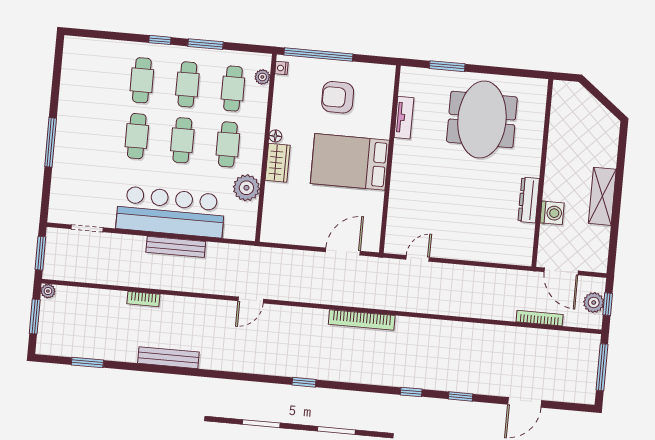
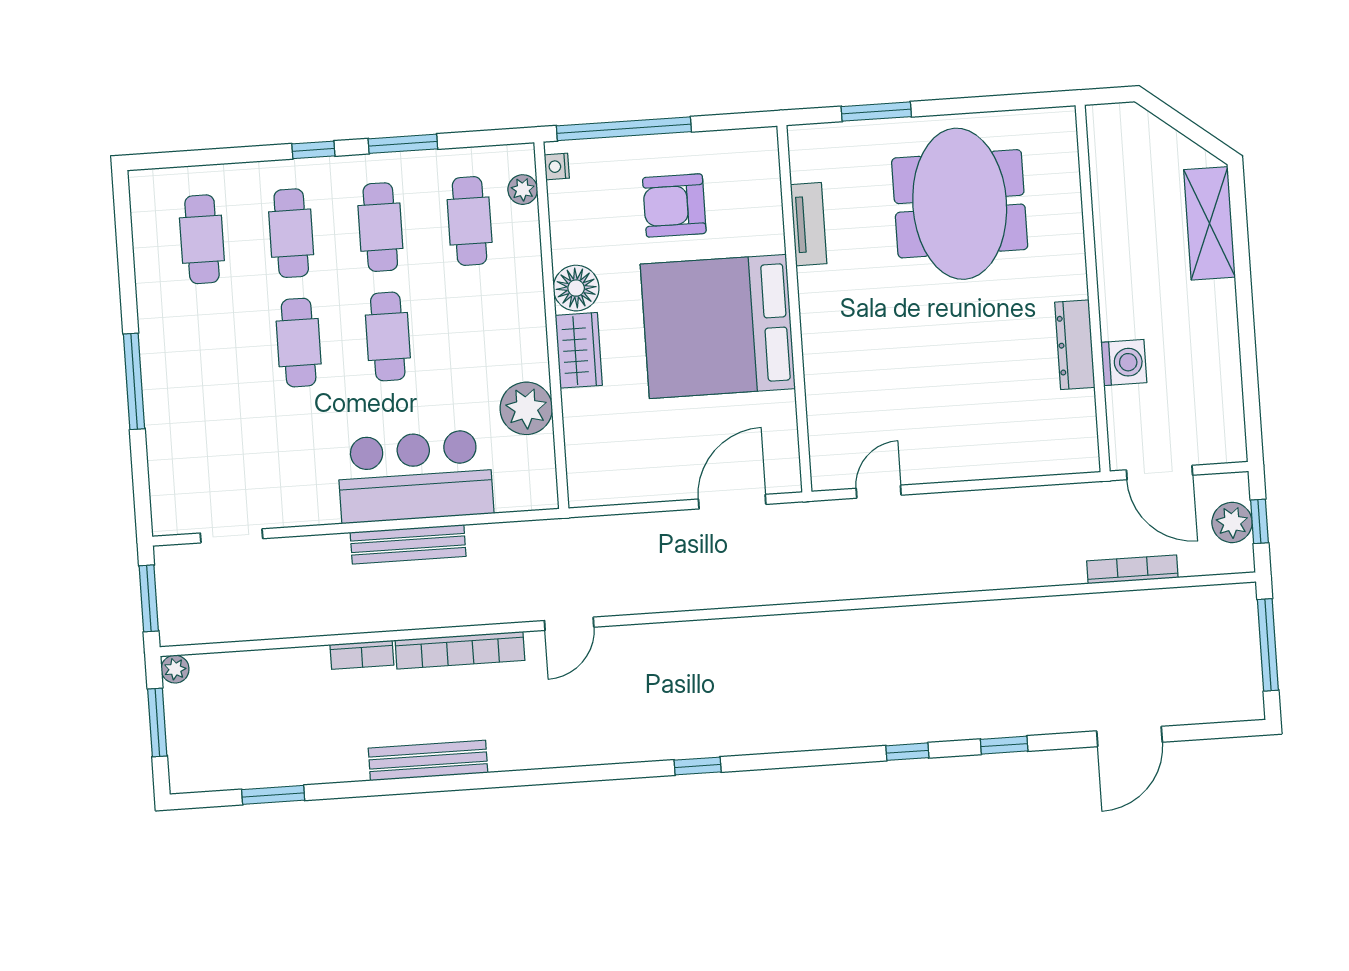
floor lamp: (275, 136) -> (576, 288), width x1.89, depth x1.89
cafe table: (228, 144) -> (202, 239), moved
bed: (350, 162) -> (718, 326), width x1.36
shelving: (602, 196) -> (1210, 223), moved
bar counter: (171, 212) -> (415, 476), width x0.73
bookcase: (362, 320) -> (460, 650), moved

